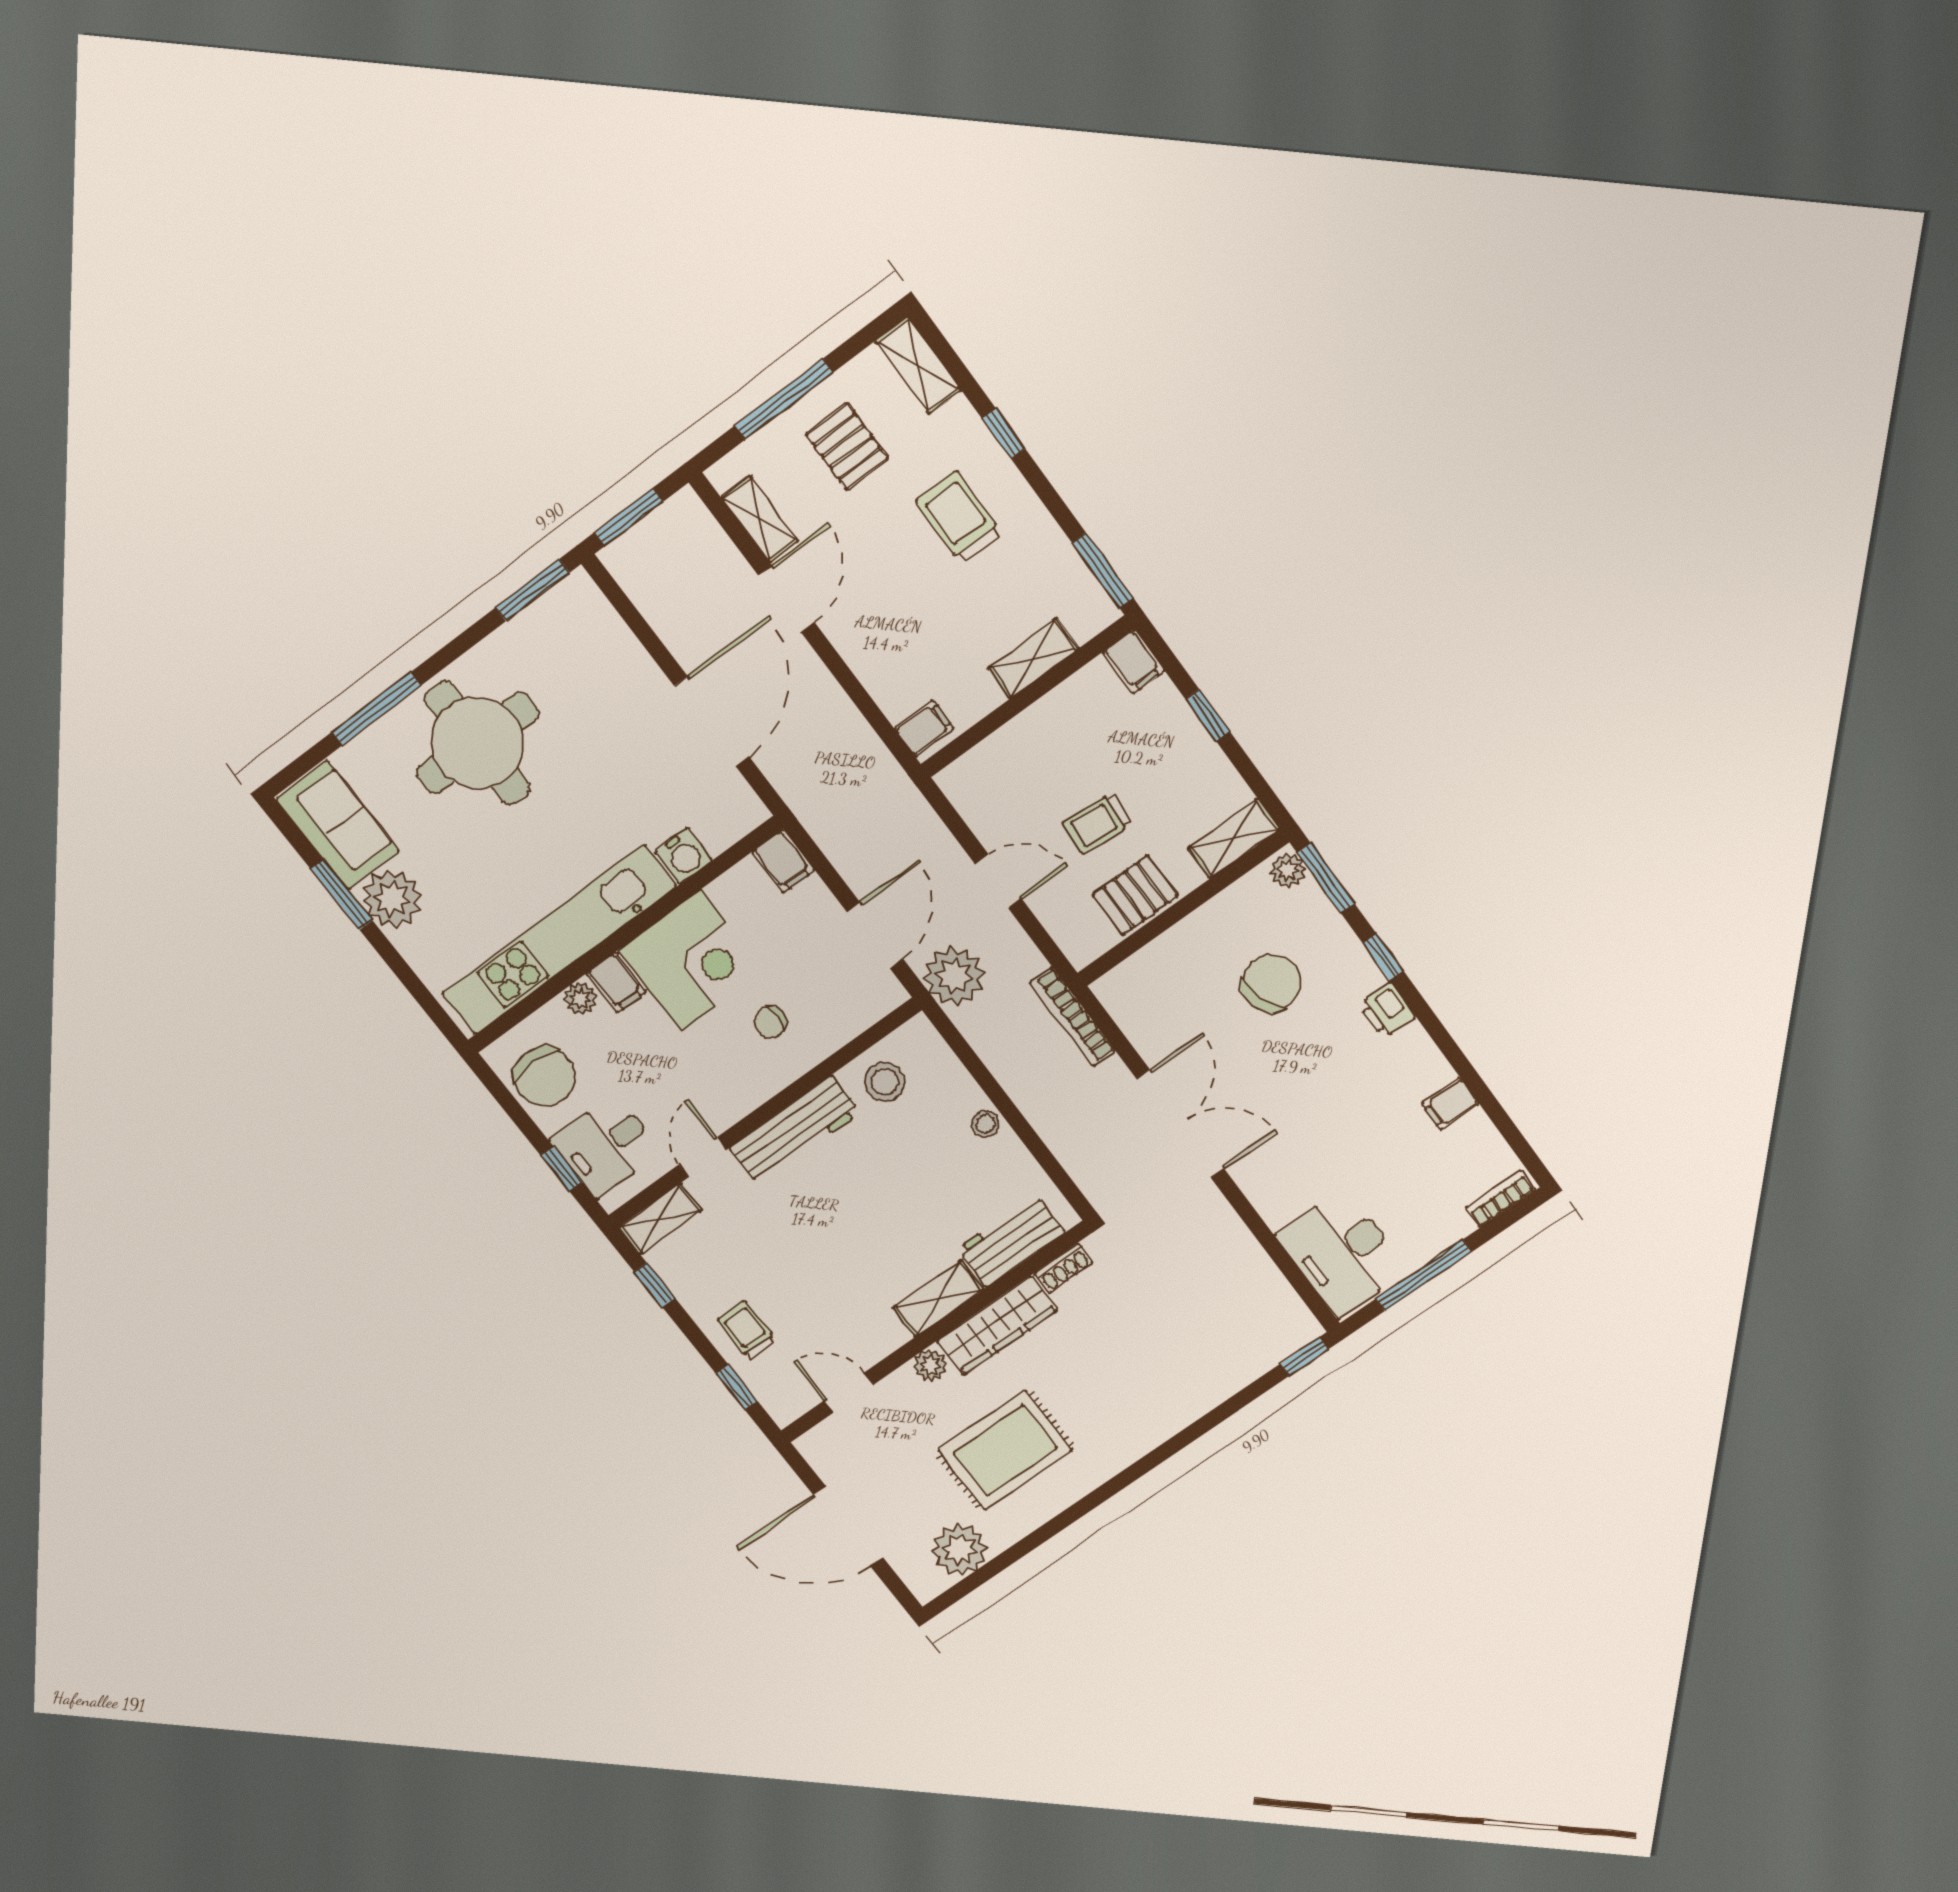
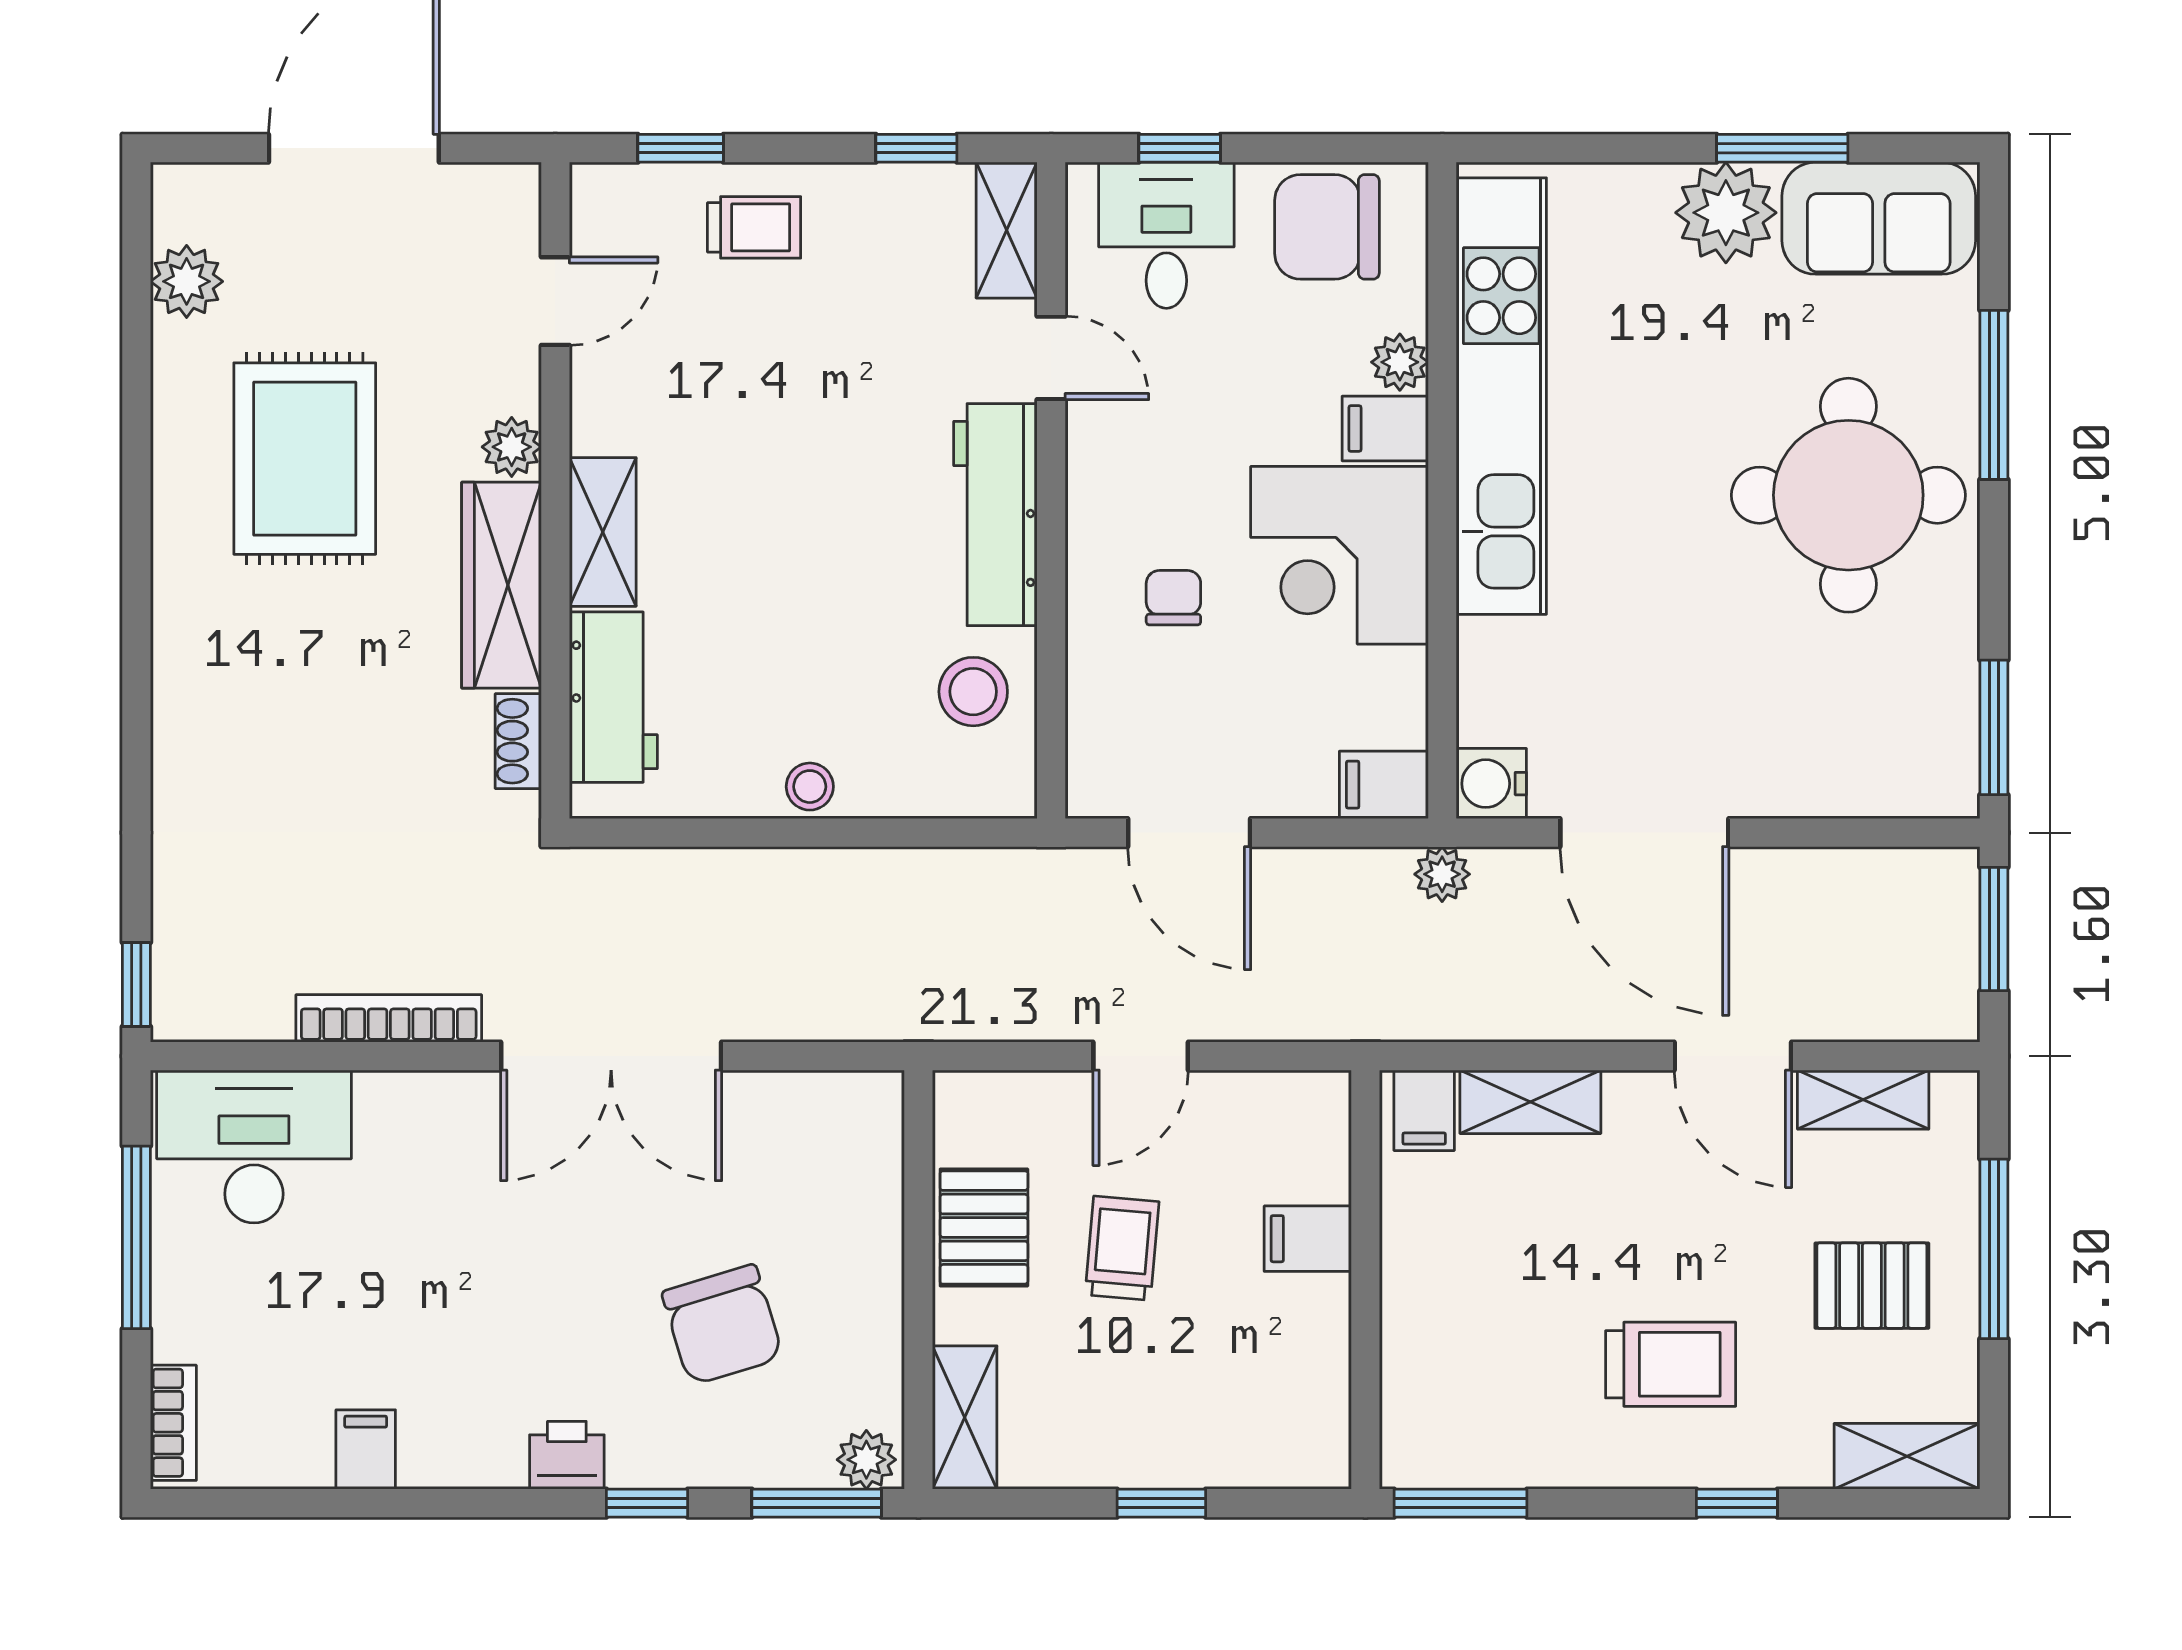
shelving: (1033, 658) -> (1530, 1102), moved, turned 90
filing cabinet: (1134, 661) -> (1308, 1239), moved
water cooler: (683, 856) -> (1491, 784), moved
plant: (954, 976) -> (1442, 874), moved, width x0.53, depth x0.53
bookcase: (1073, 1017) -> (389, 1018), moved
plant: (960, 1550) -> (187, 281), width x0.73, depth x0.73

